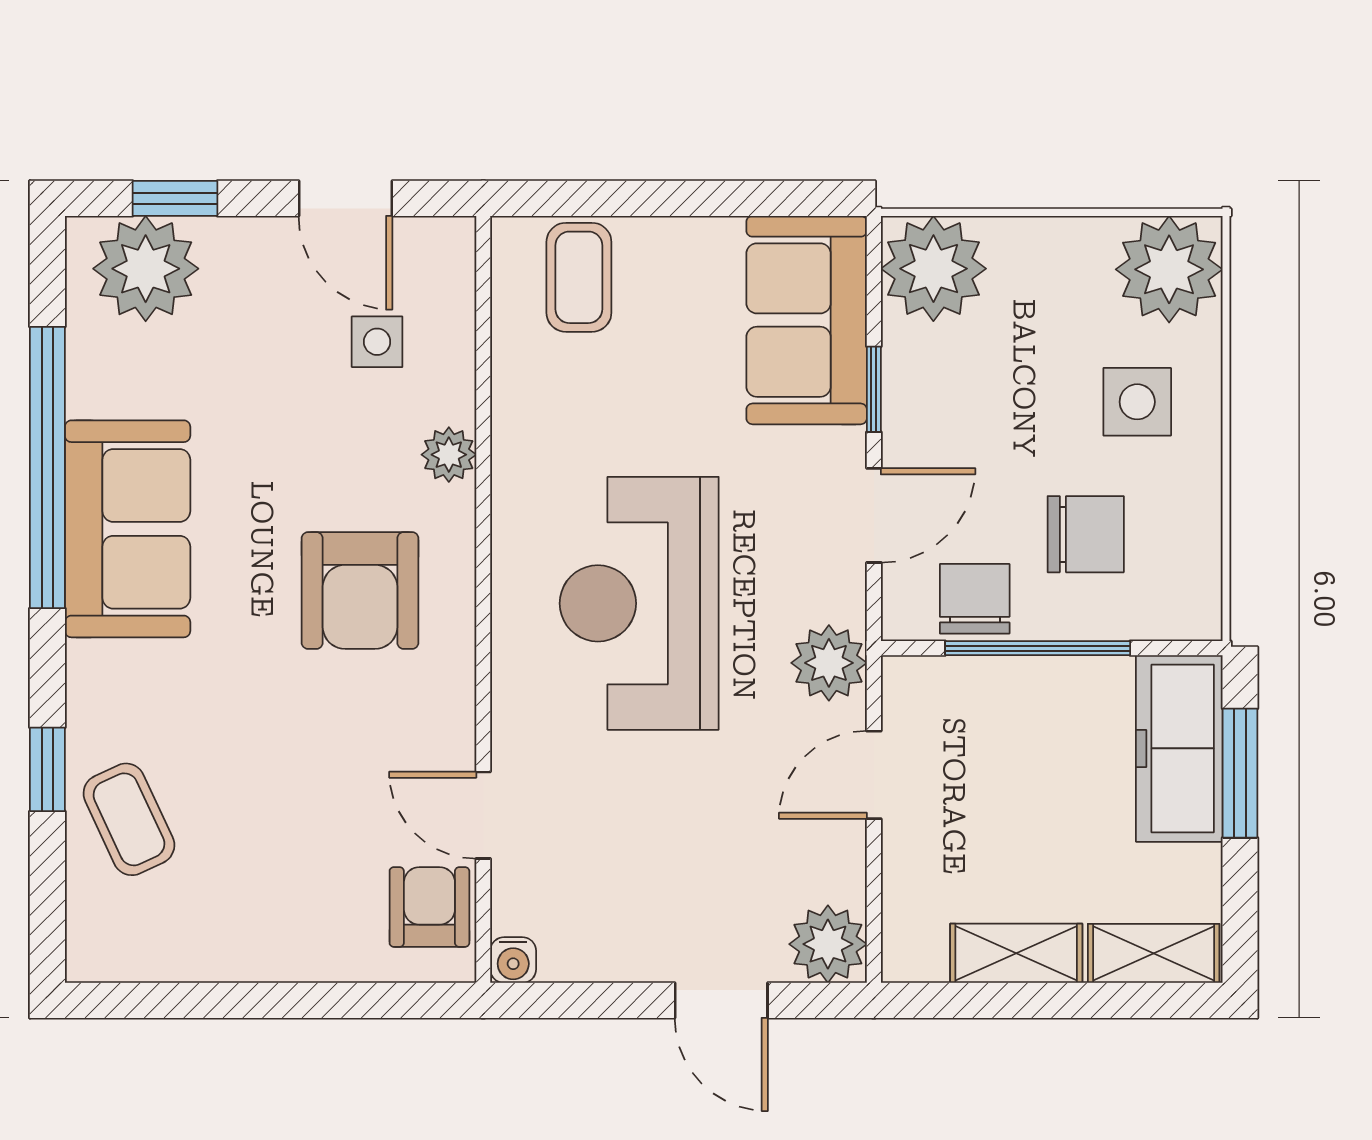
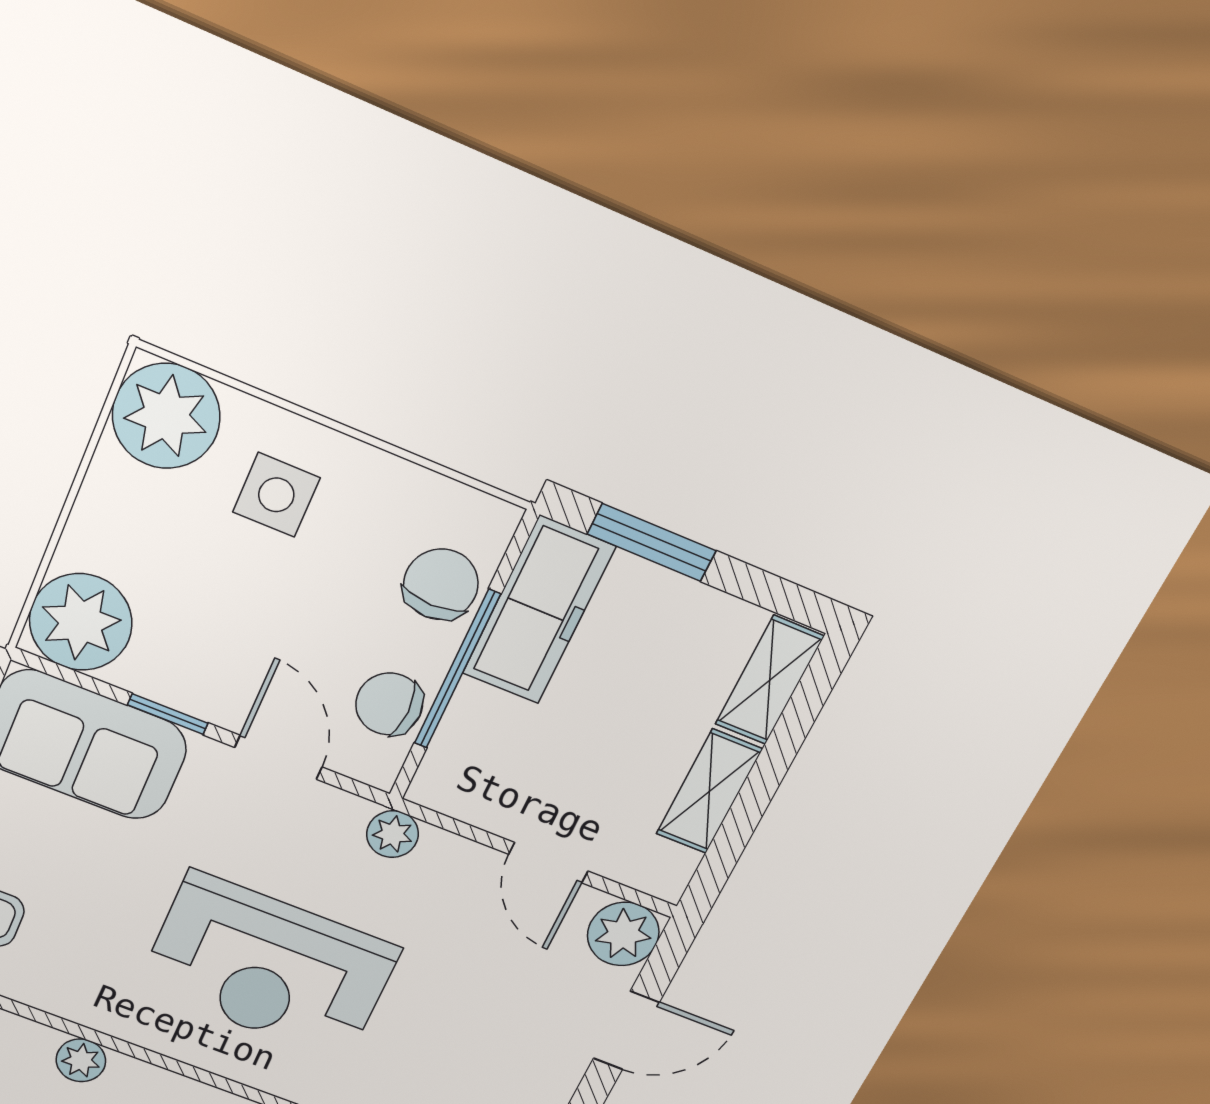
chair: (1086, 534) -> (441, 584), moved
plant: (829, 663) -> (393, 834), width x0.73, depth x0.73
freezer: (1179, 748) -> (539, 610), moved, turned -90
door: (874, 775) -> (548, 863), moved

